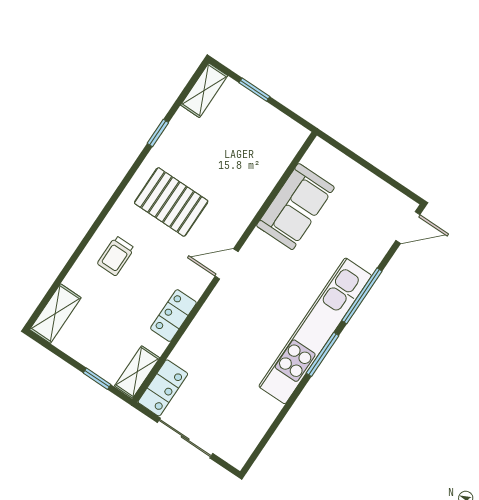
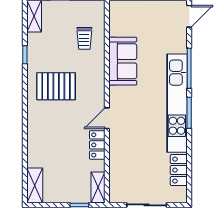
sofa: (295, 207) -> (123, 61), moved
trolley: (116, 256) -> (84, 38), moved
door: (227, 264) -> (107, 118), moved
locker: (163, 388) -> (179, 170), moved, turned 180

